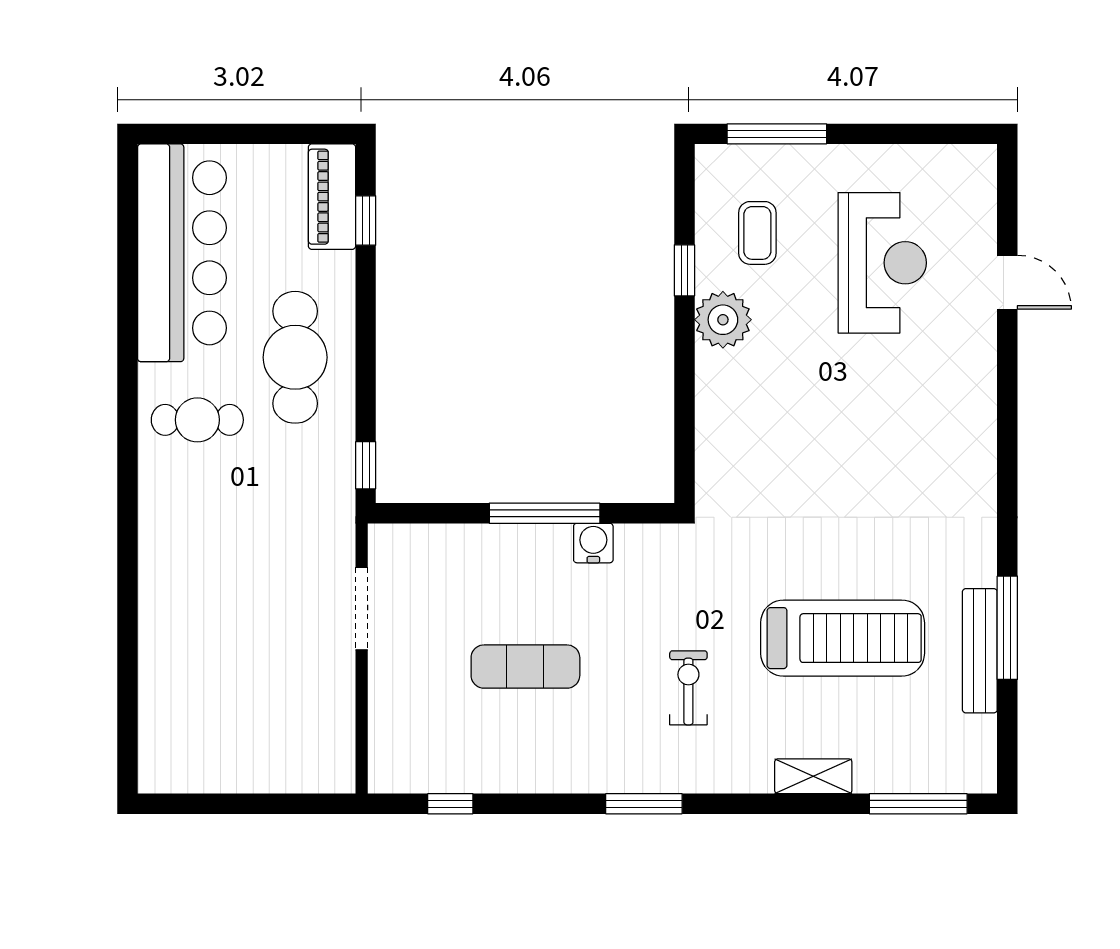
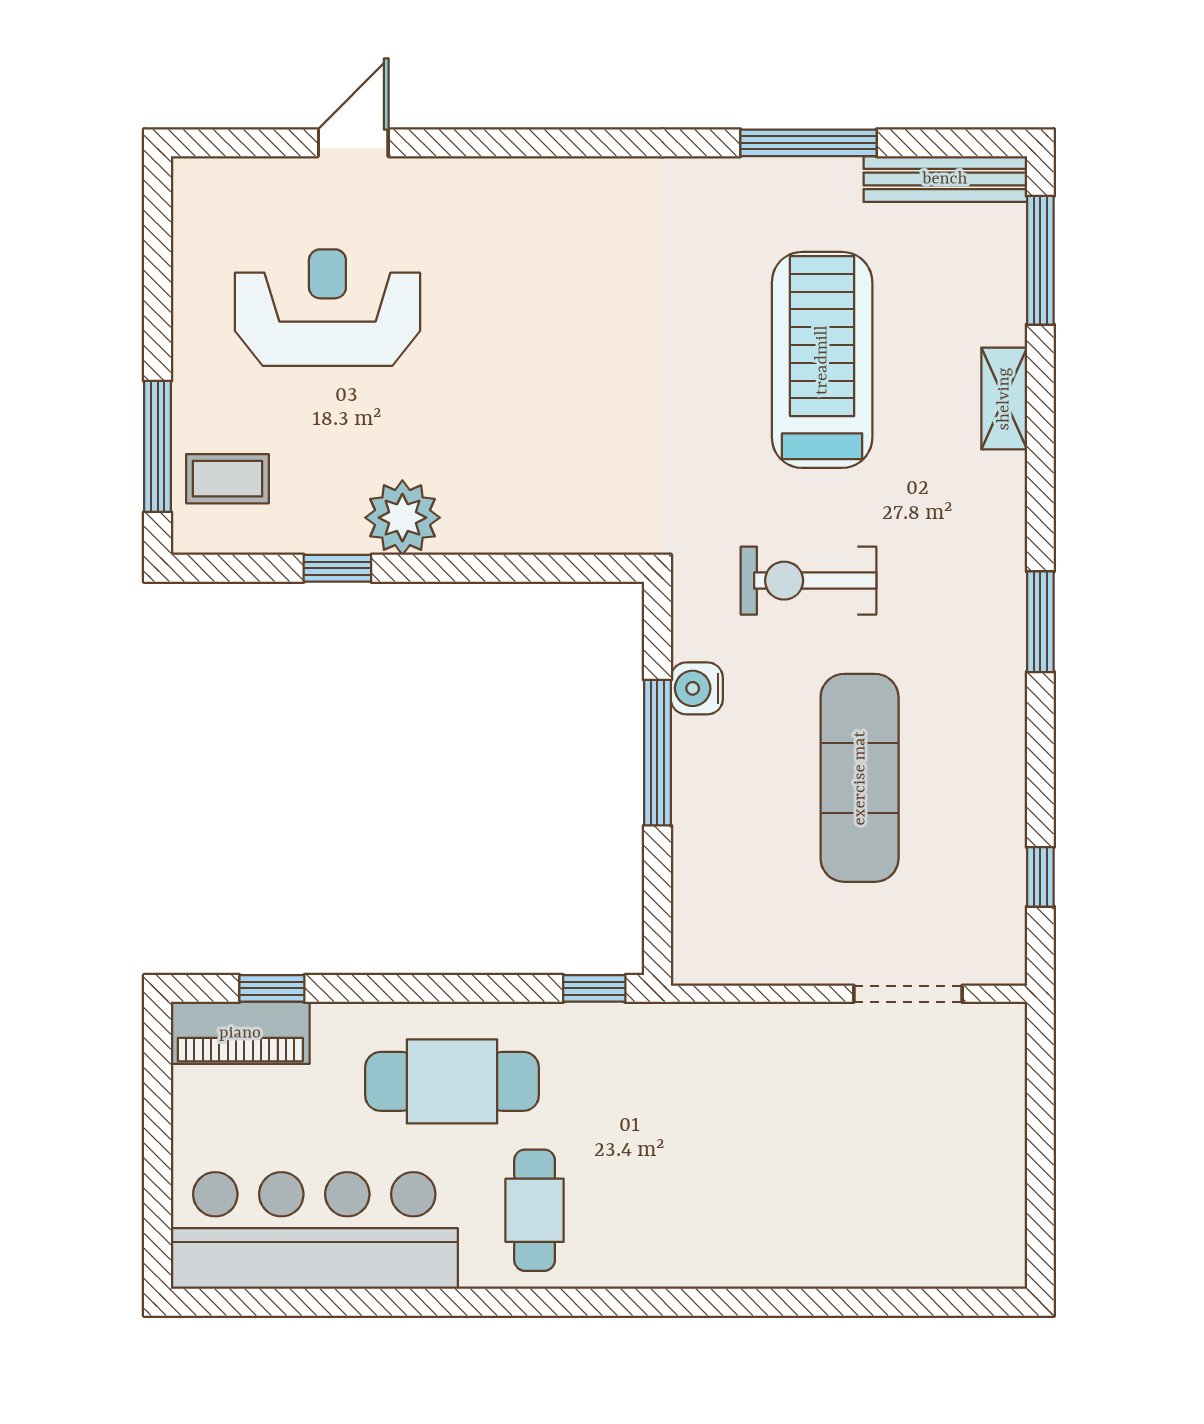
coffee table: (757, 233) -> (228, 479), moved
doorway: (362, 609) -> (908, 994), moved
bench: (980, 651) -> (945, 179), moved
exercise mat: (525, 667) -> (860, 778), width x1.36, depth x1.45
exercise bike: (688, 688) -> (809, 581), moved, width x1.38, depth x1.39

